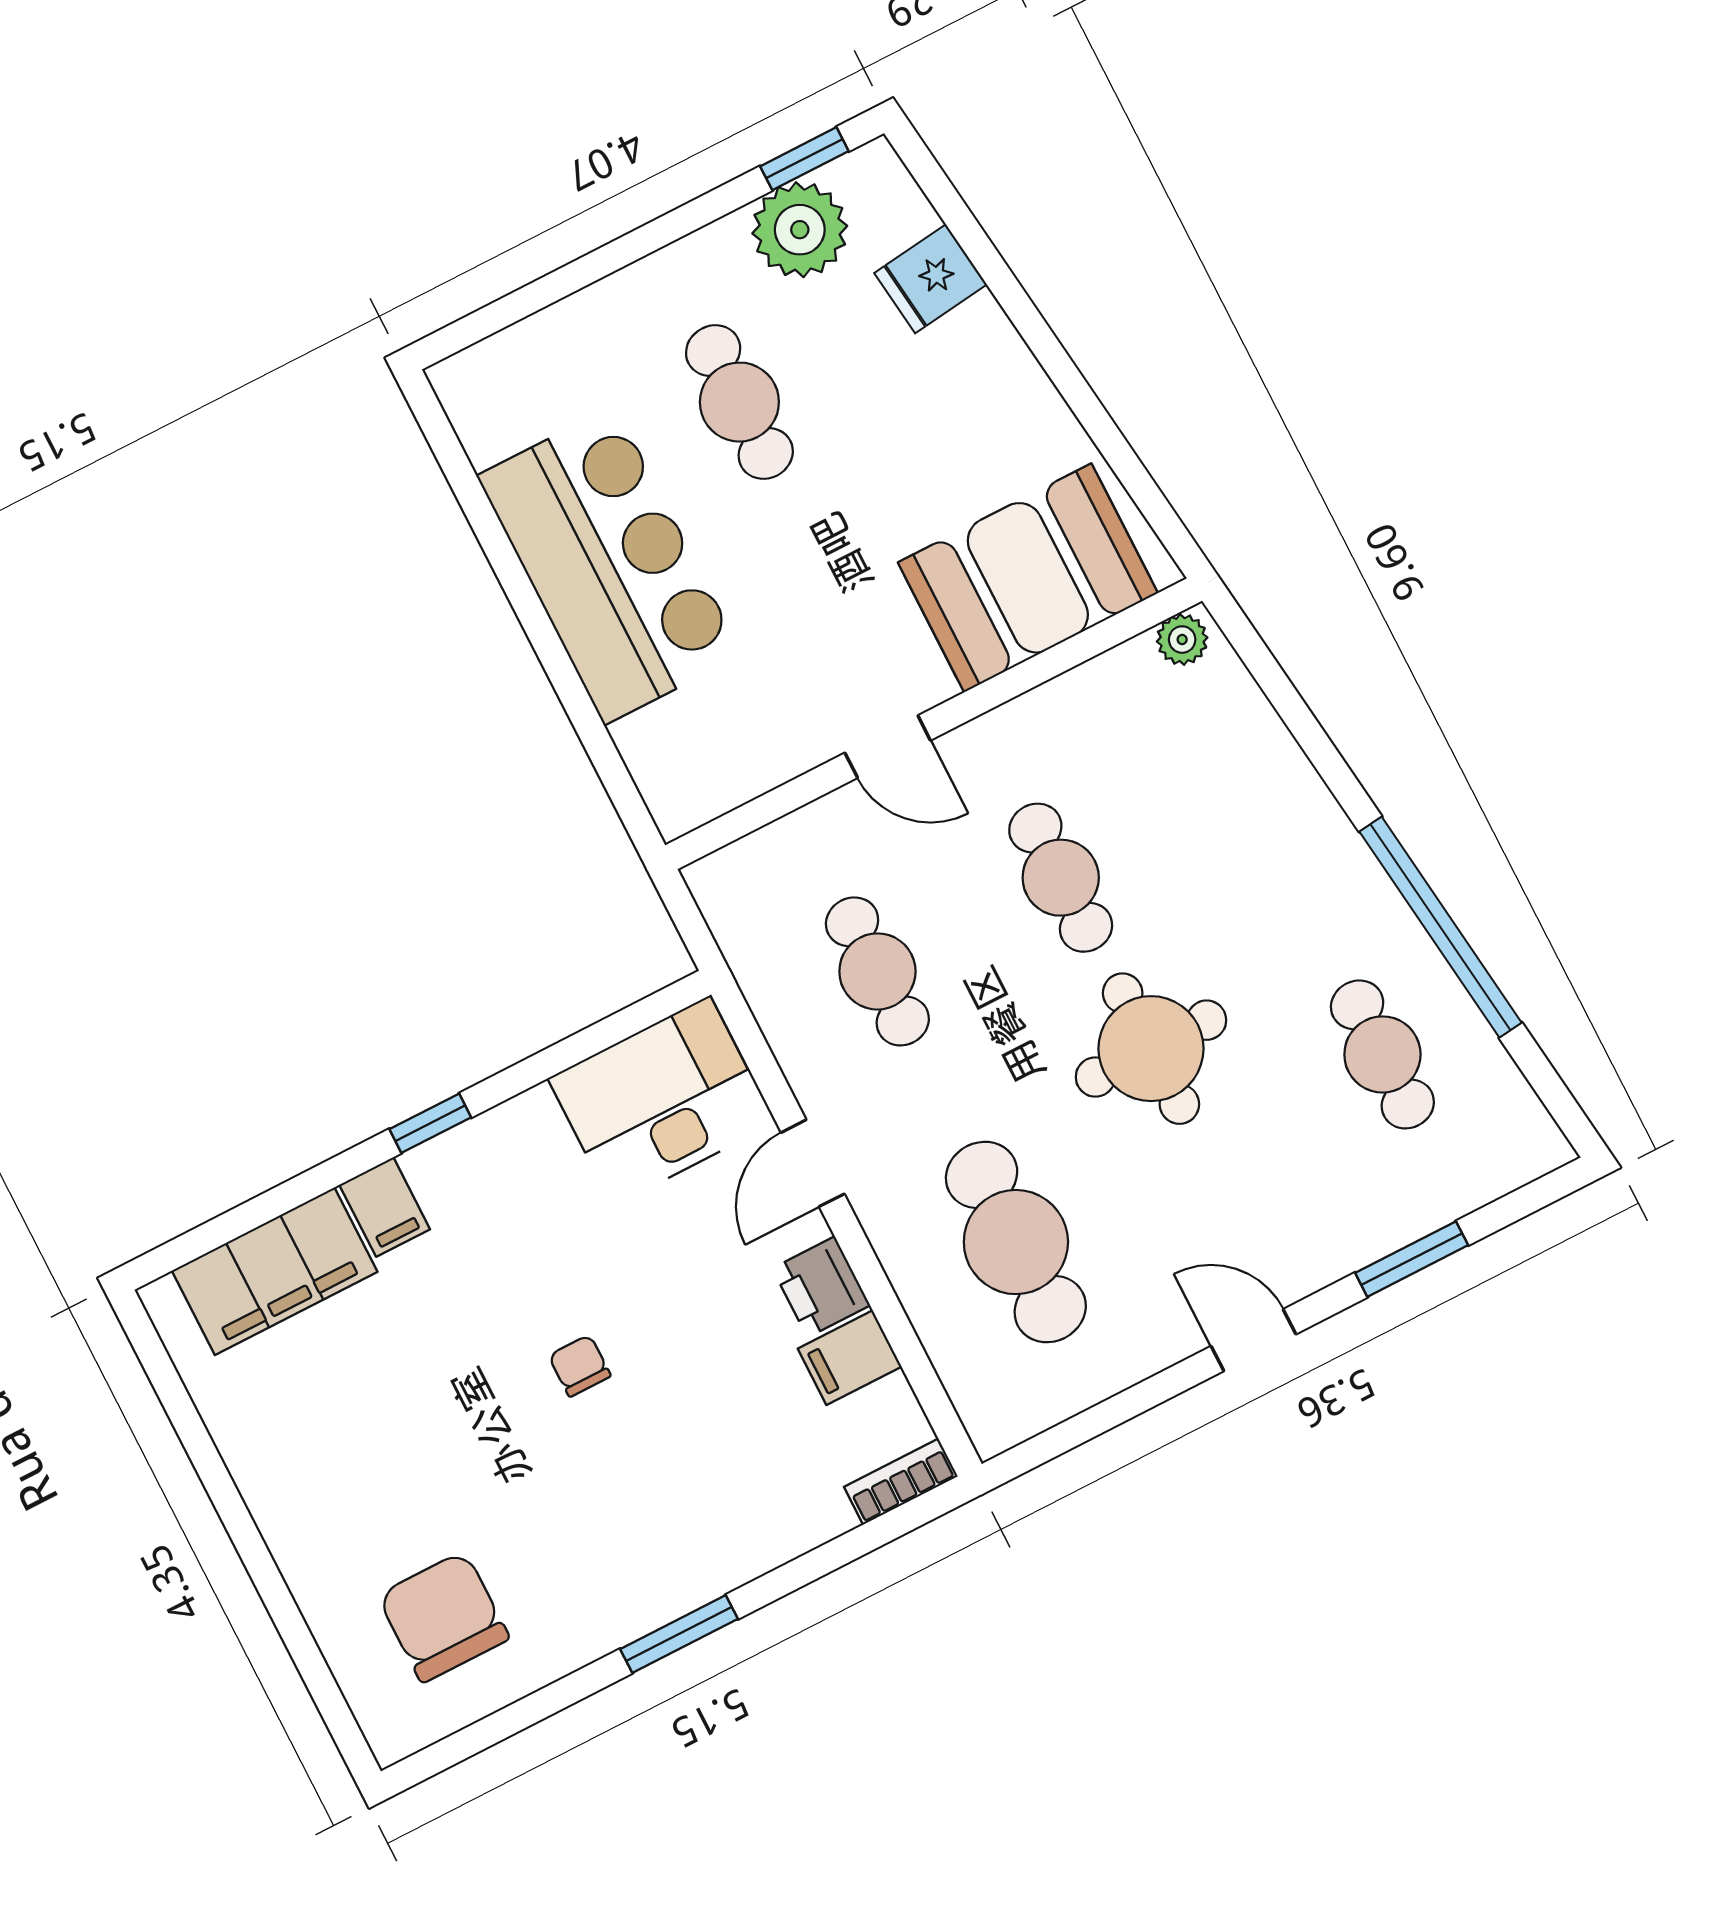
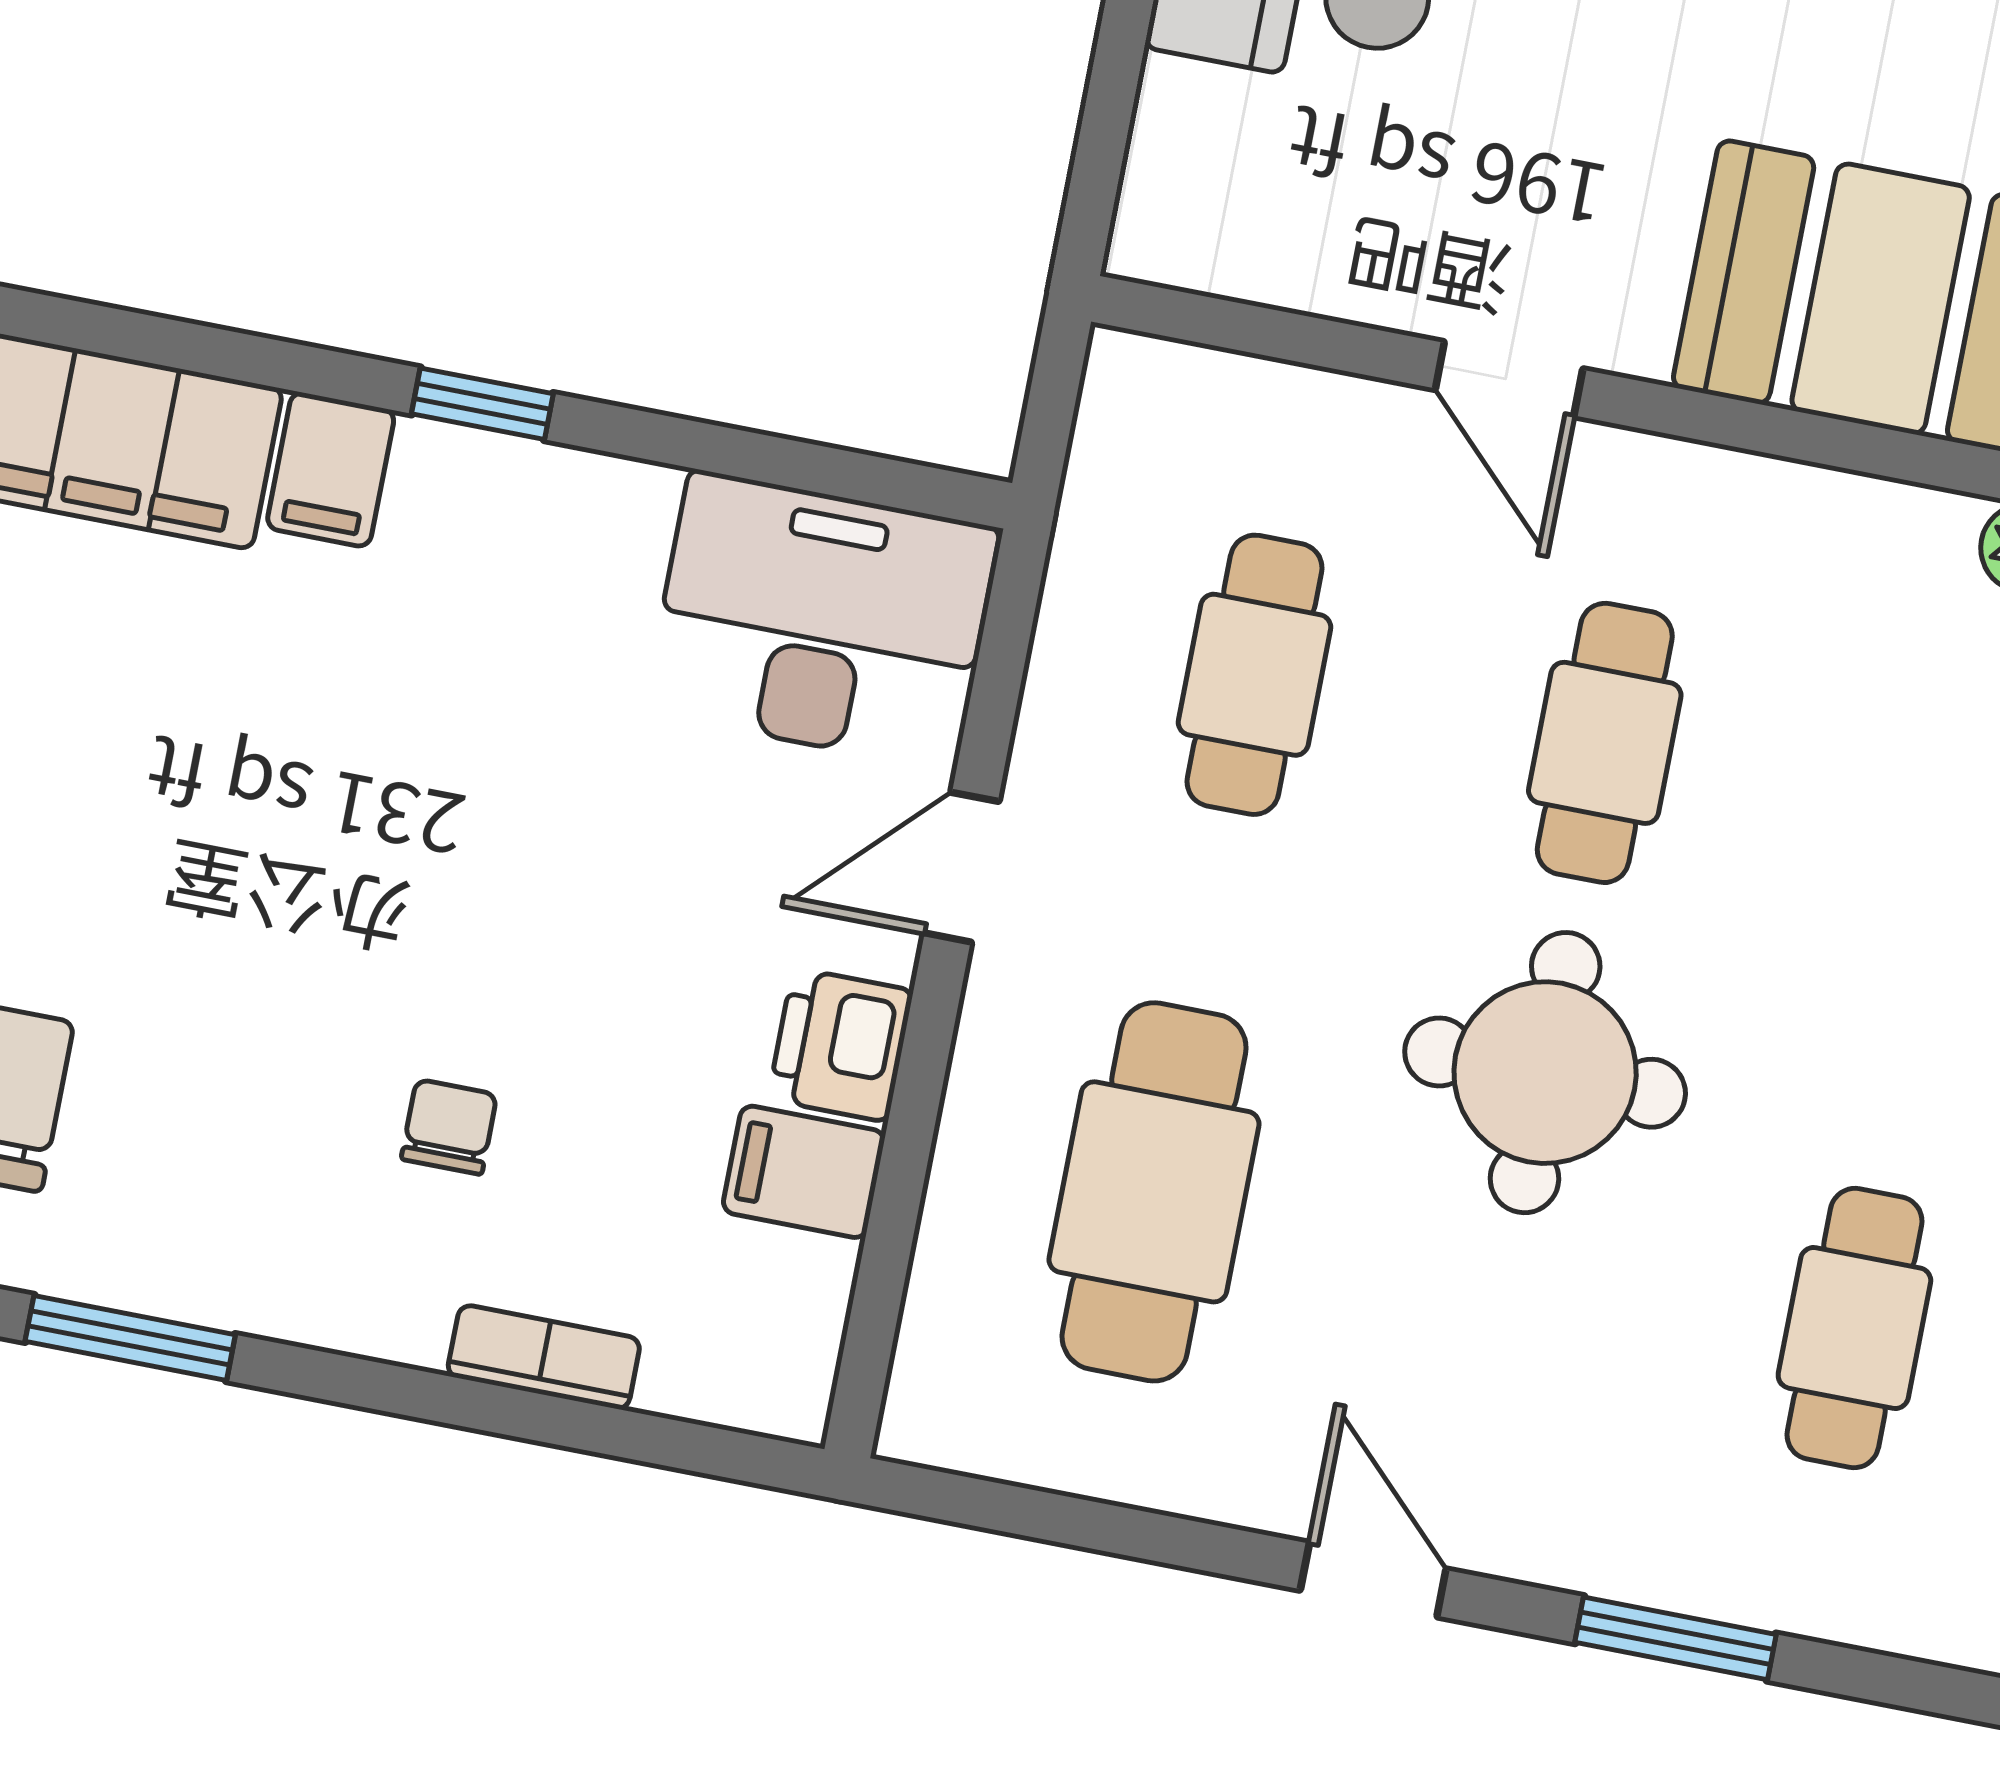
chair: (580, 1366) -> (449, 1127), moved
bookcase: (901, 1482) -> (544, 1357), moved
window: (679, 1634) -> (130, 1338), moved

